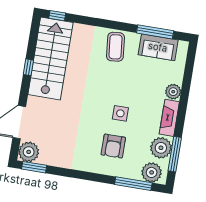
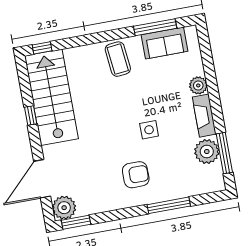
armchair: (113, 146) -> (136, 175), moved, turned -90
plant: (152, 172) -> (206, 182), removed
window: (133, 184) -> (169, 205), moved

